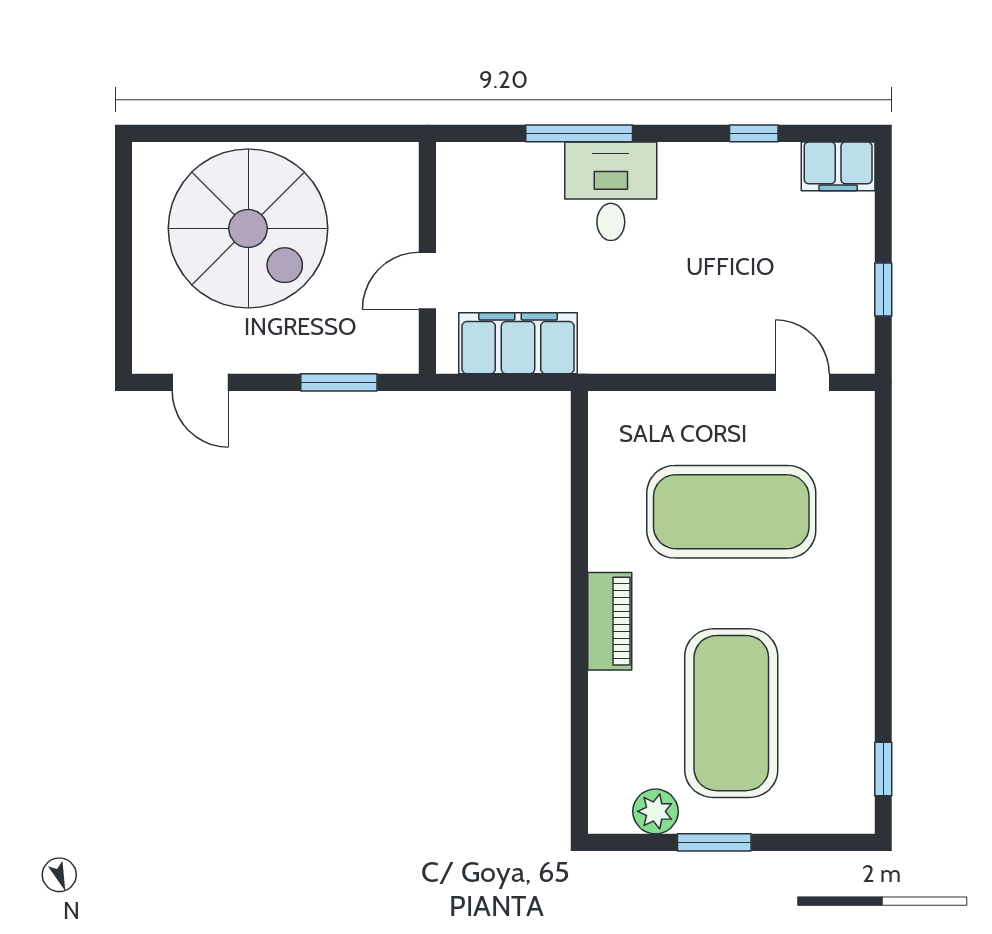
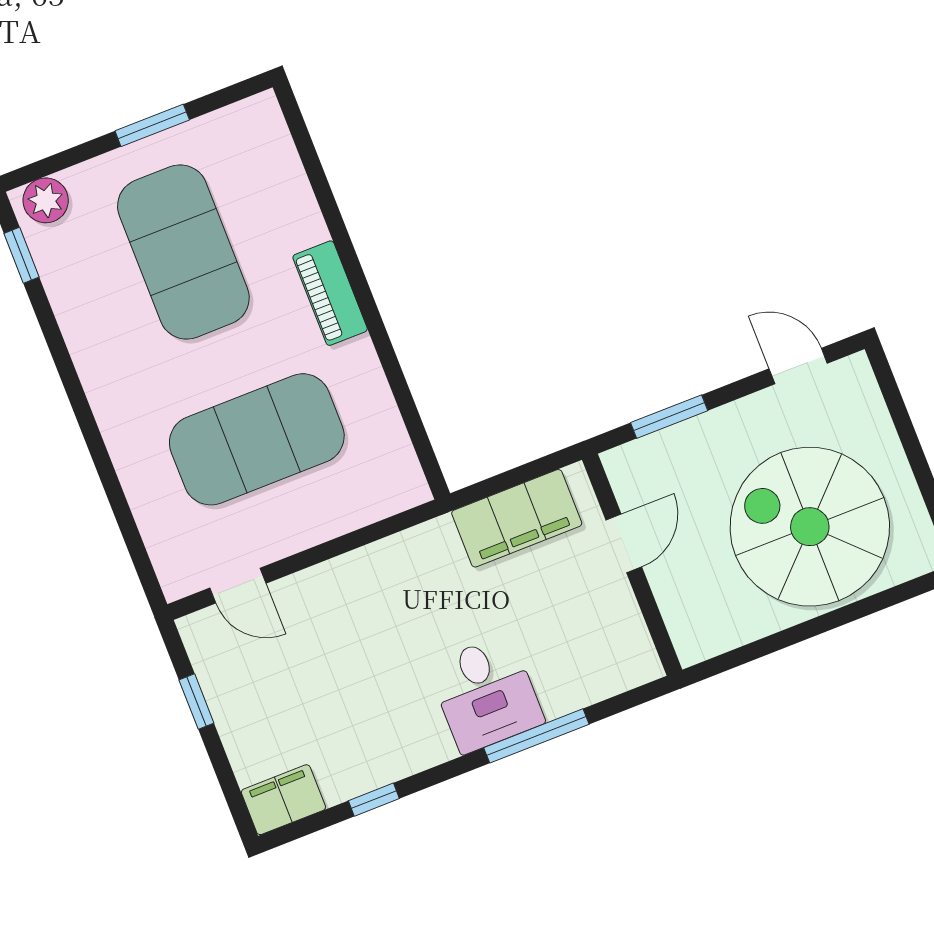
plant: (655, 811) -> (46, 200), moved

